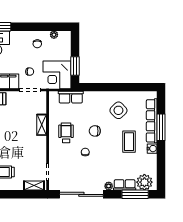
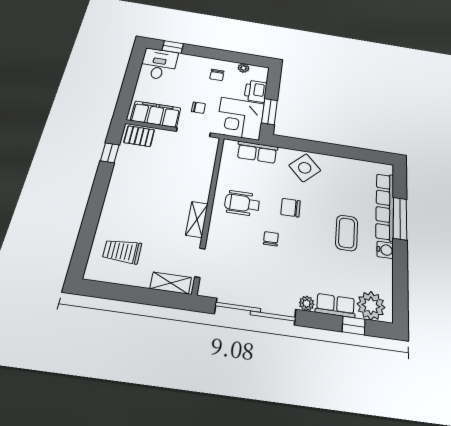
printer: (64, 52) -> (256, 91), added
side table: (118, 110) -> (305, 168), moved
shelving: (42, 125) -> (197, 219), moved
wheelchair: (66, 133) -> (242, 203), turned -90
window: (135, 194) -> (354, 326), width x0.46

